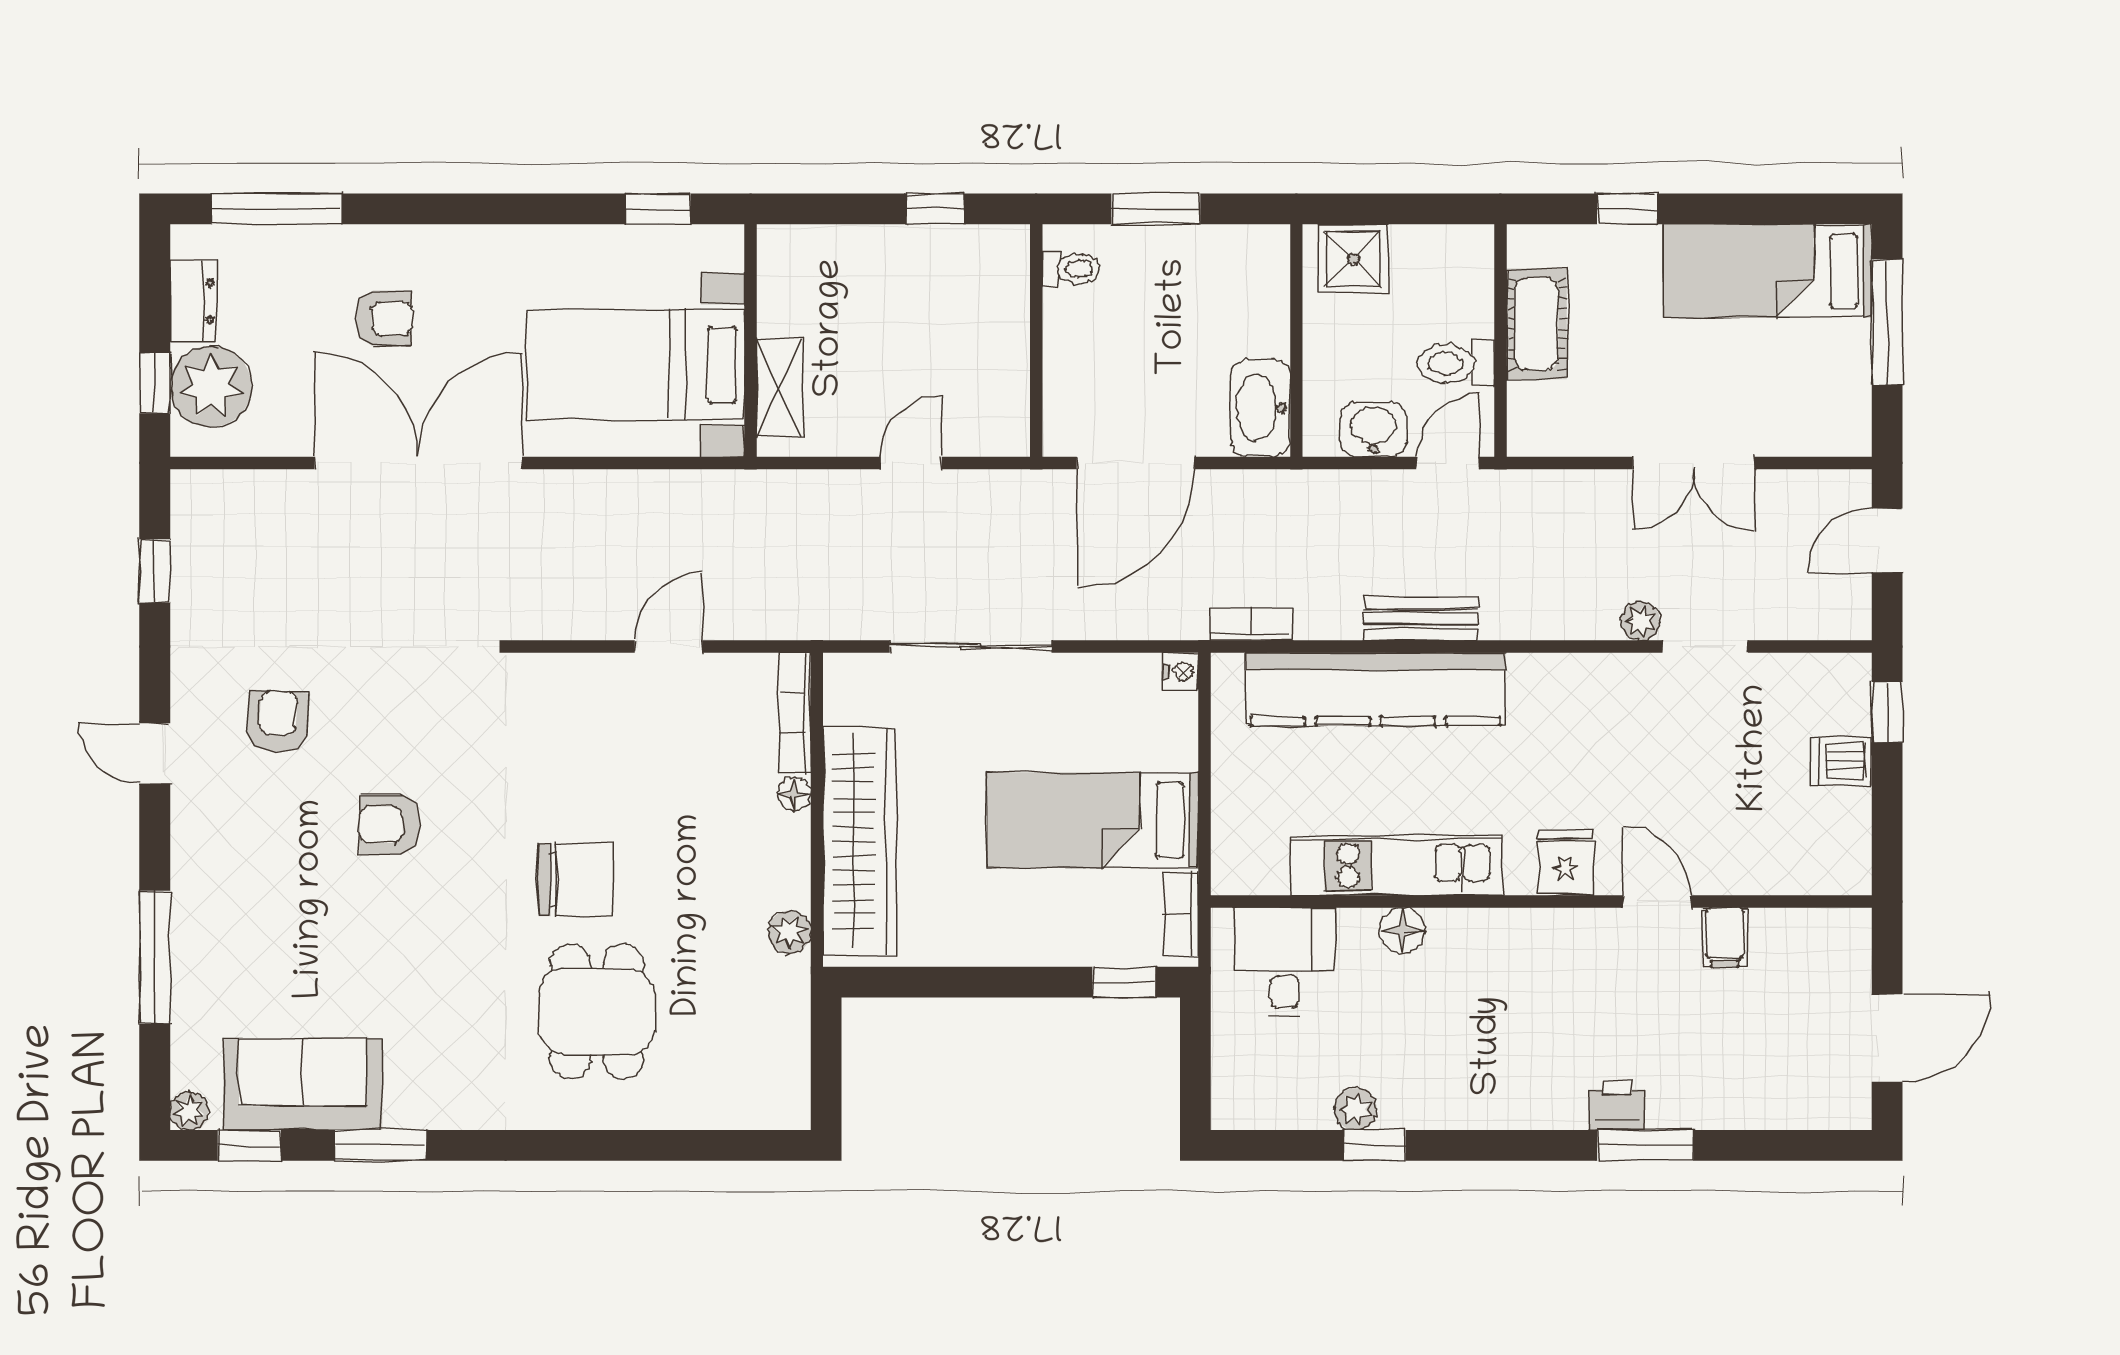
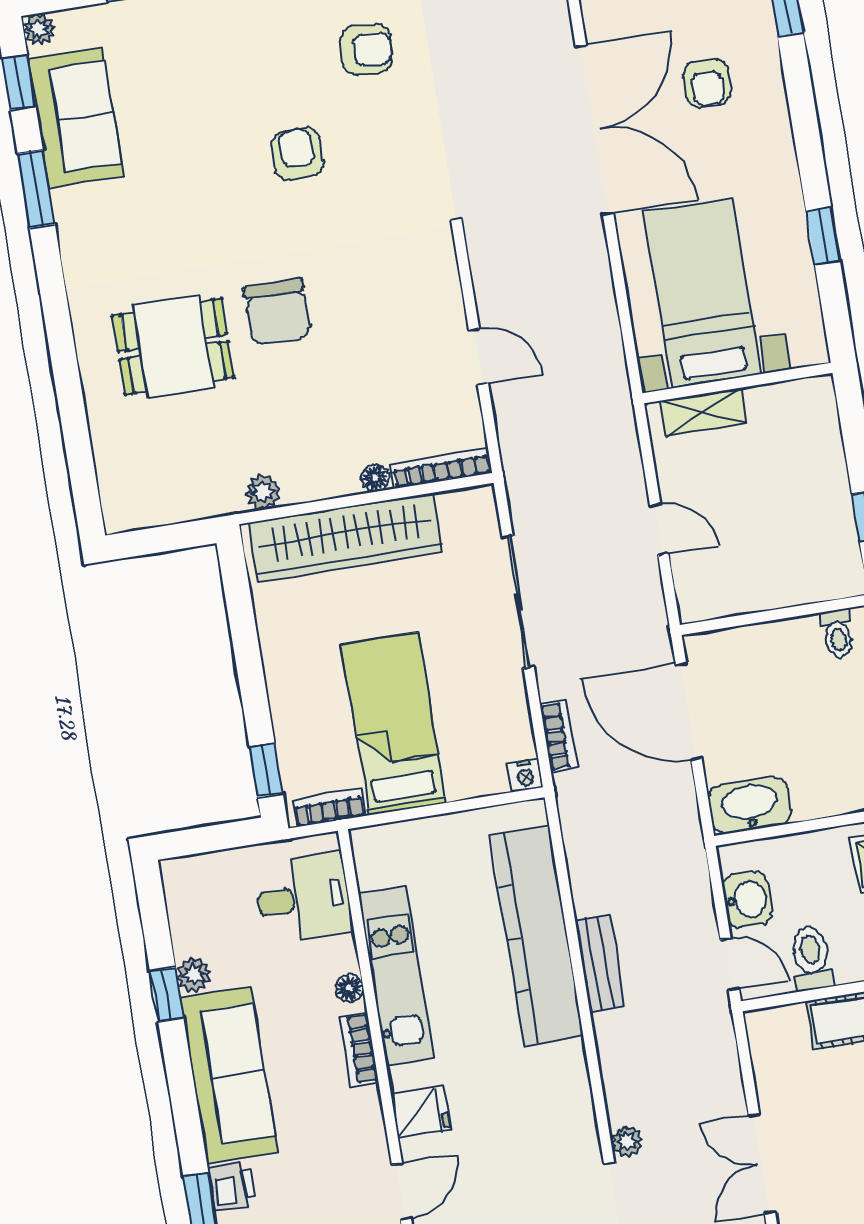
window: (658, 209) -> (823, 236), moved
bookcase: (1251, 624) -> (559, 736), moved
bookcase: (1477, 925) -> (359, 1049), added
floor lamp: (1402, 931) -> (350, 988), width x0.73, depth x0.73
sofa: (1483, 1087) -> (229, 1075), added

